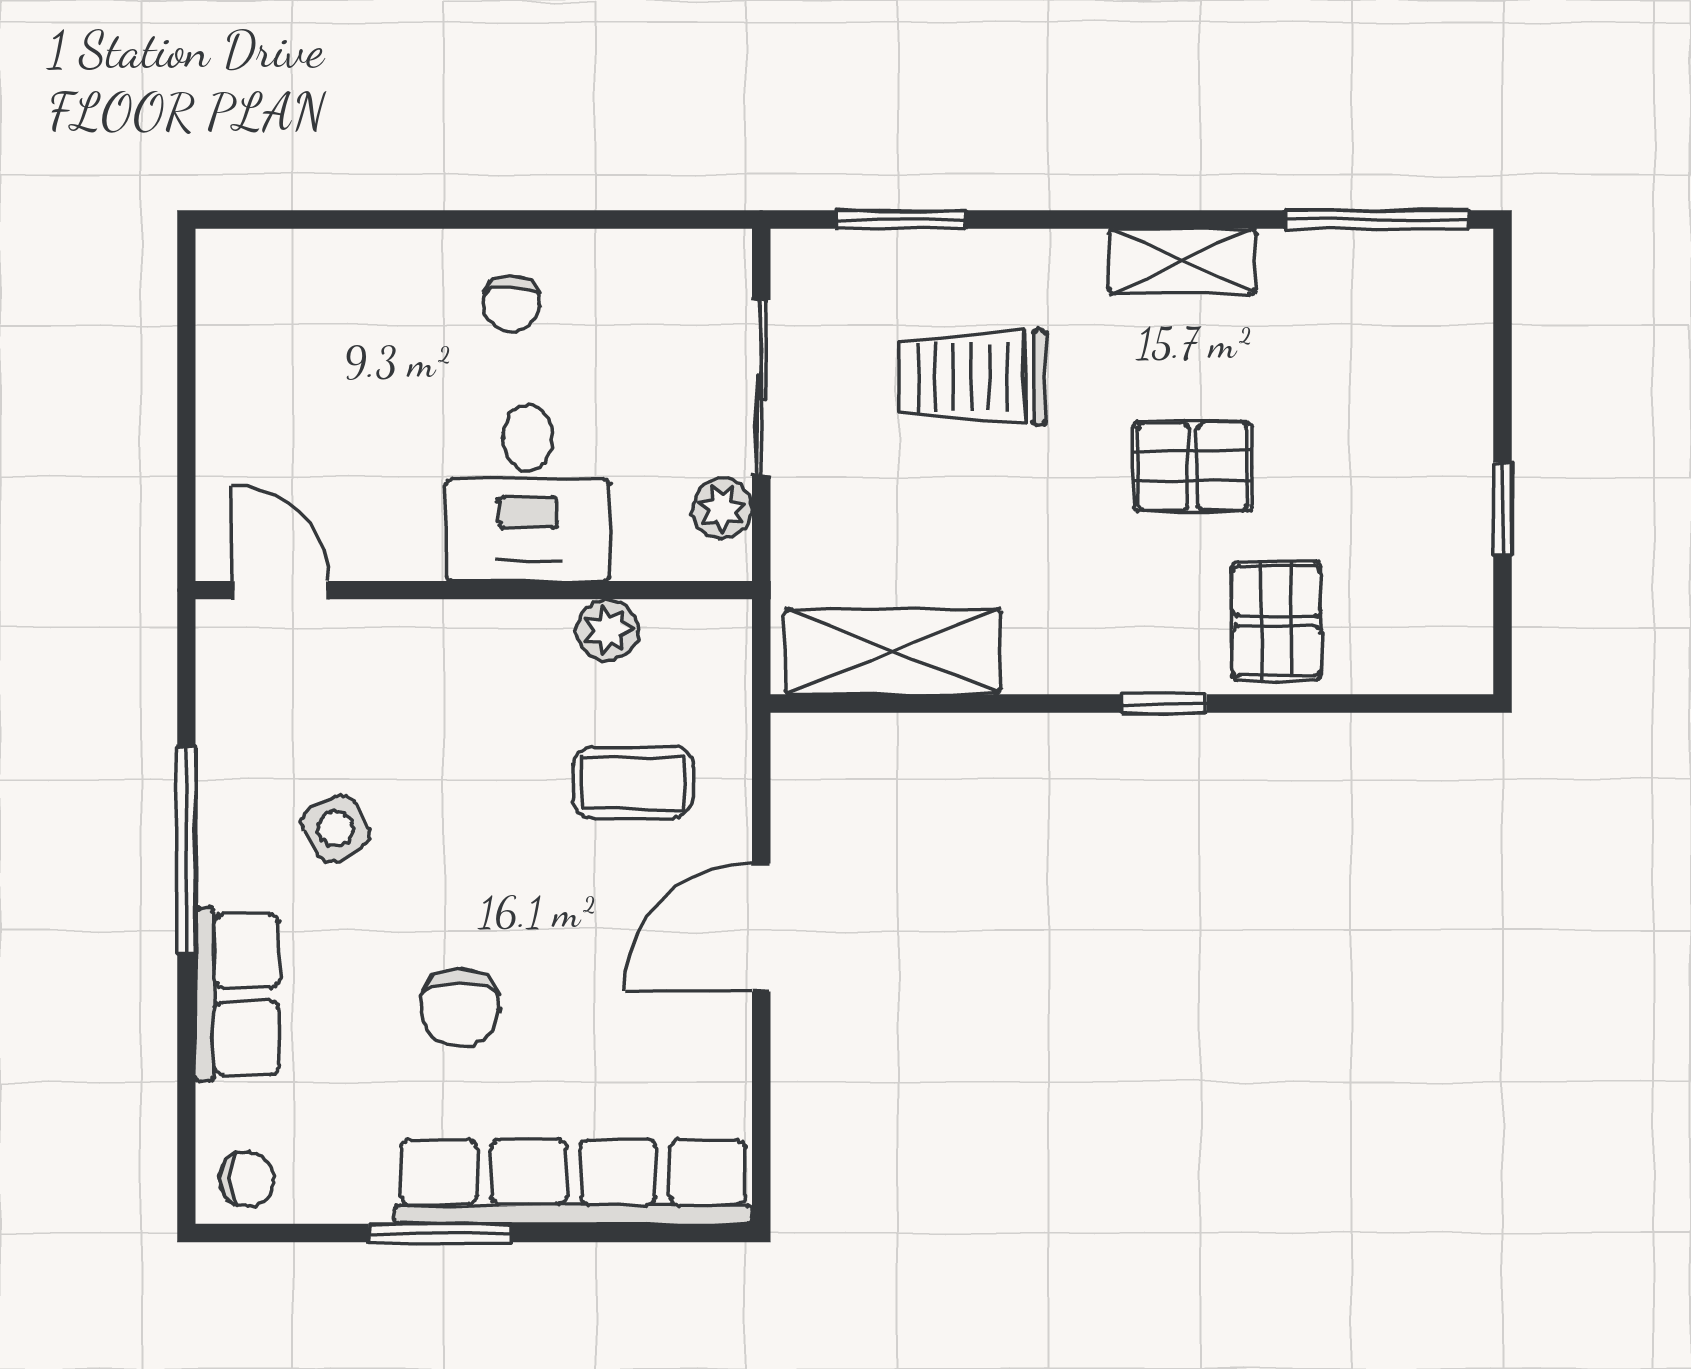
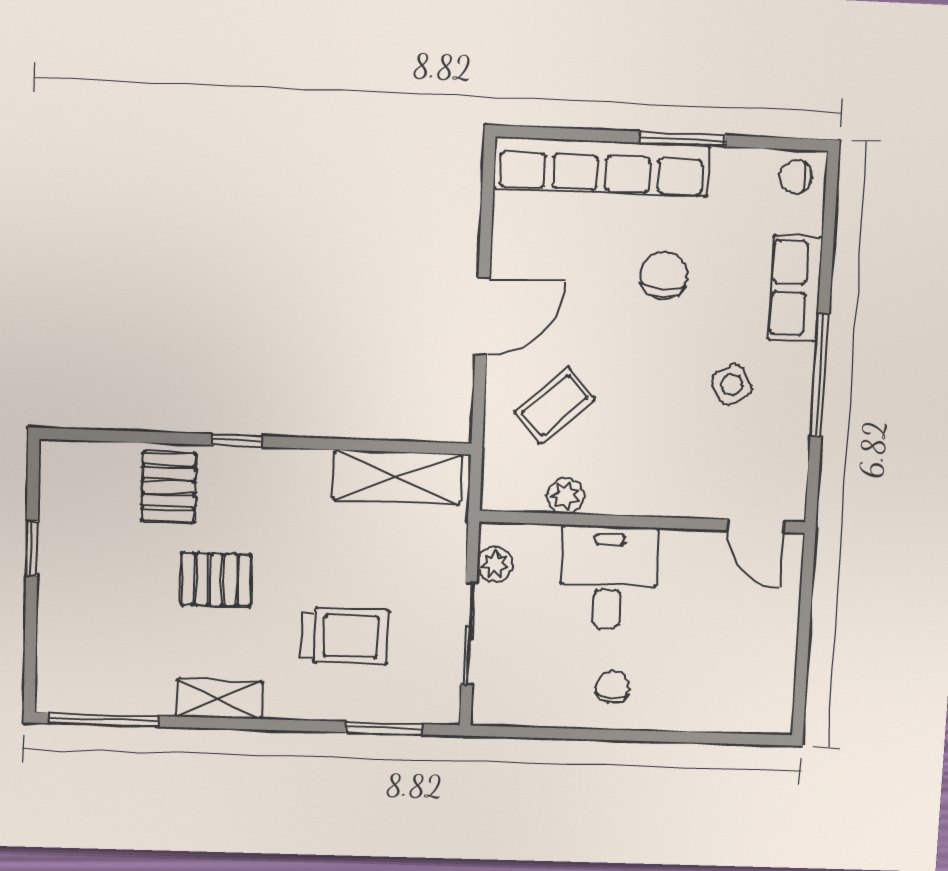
coffee table: (633, 782) -> (555, 405), turned -42

